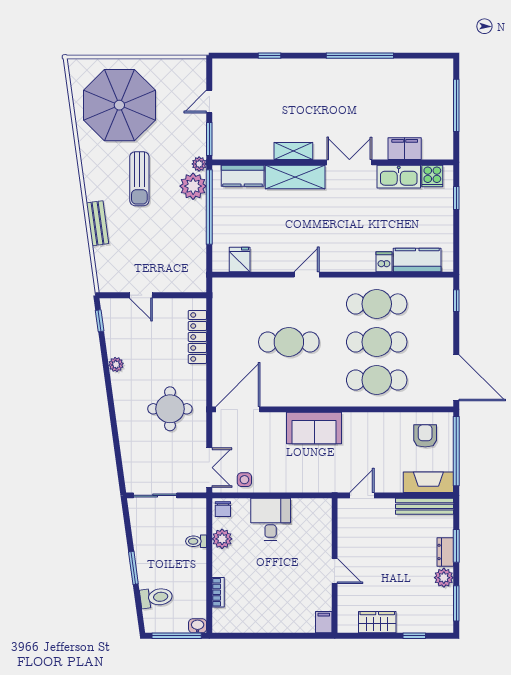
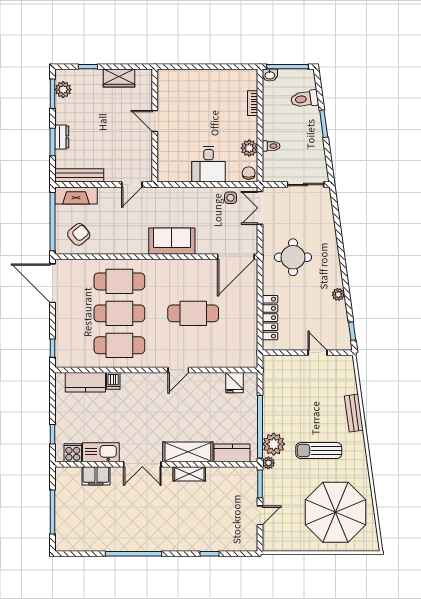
sun lounger: (139, 179) -> (319, 451), turned -90
armchair: (425, 436) -> (79, 234), turned -130
plant: (444, 578) -> (63, 90), moved
filing cabinet: (324, 622) -> (164, 78), removed

